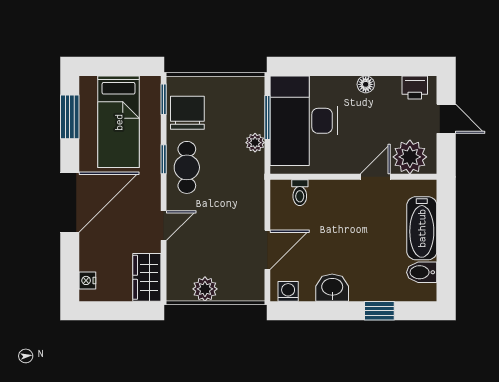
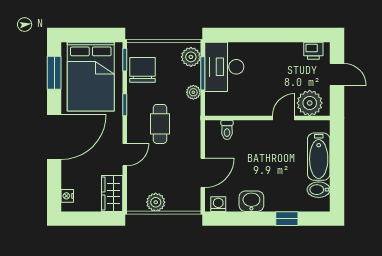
floor lamp: (366, 84) -> (277, 48), removed
plant: (252, 96) -> (191, 57), added
desk: (304, 121) -> (224, 67), width x0.73, depth x0.77
bed: (119, 122) -> (91, 77), width x1.50
cafe table: (187, 167) -> (160, 124), moved

